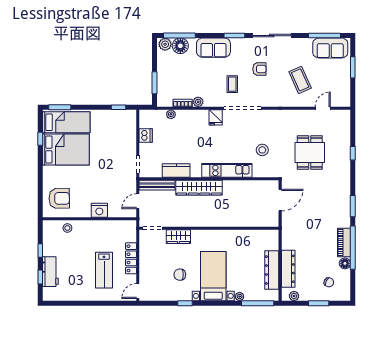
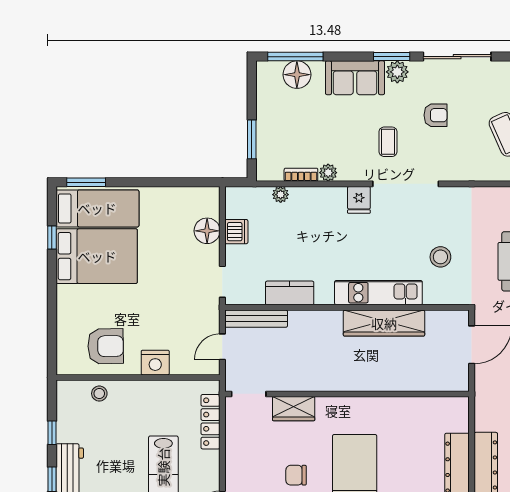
plant: (165, 44) -> (397, 72), moved
window: (118, 107) -> (189, 182), removed
floor lamp: (129, 135) -> (207, 231), added
wardrobe: (199, 188) -> (384, 323), moved
armchair: (59, 198) -> (106, 346), moved
locker: (131, 258) -> (211, 422), moved

